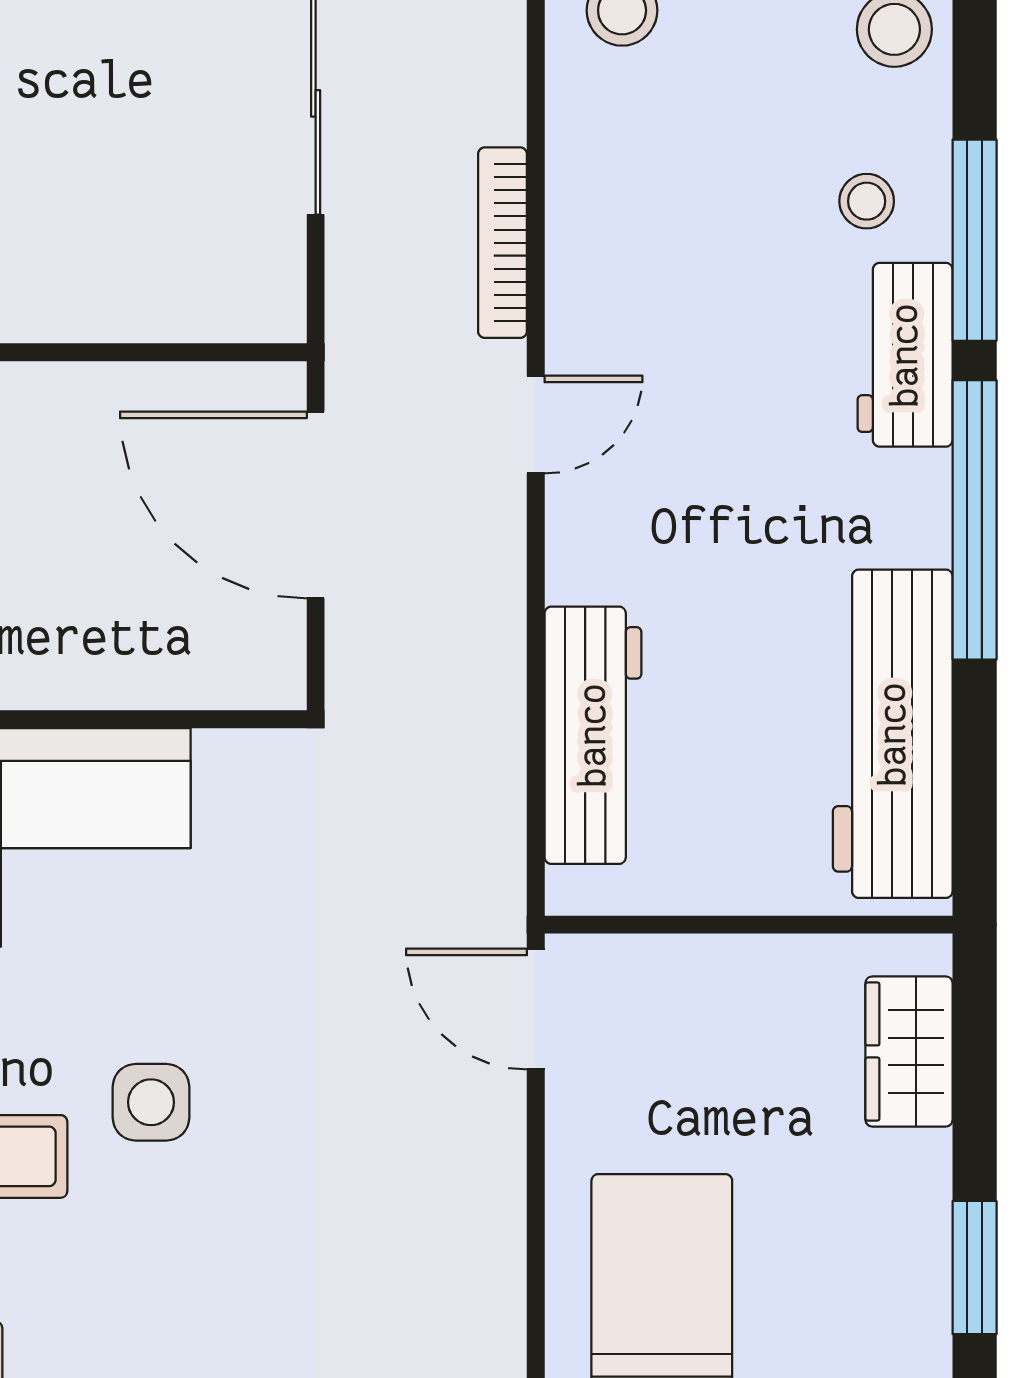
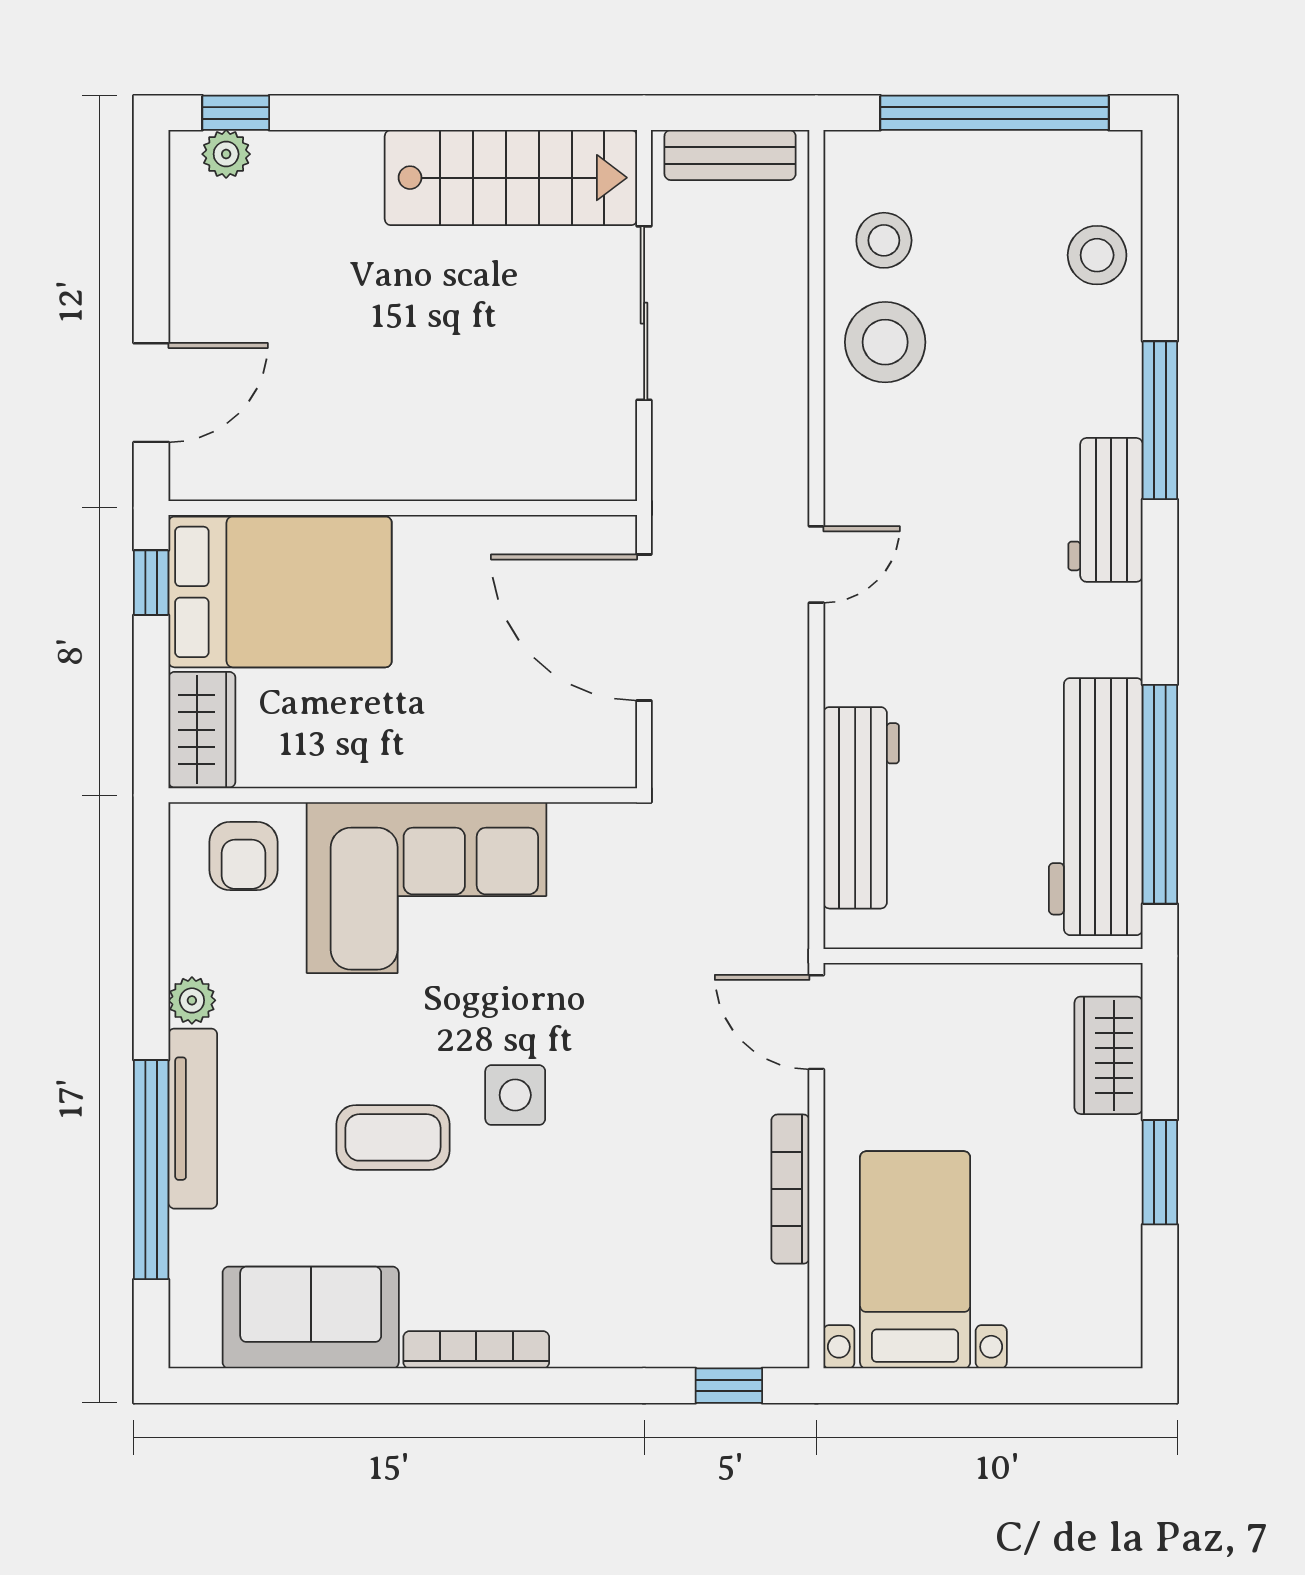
stool: (867, 201) -> (885, 342), moved, width x1.89, depth x1.89
bookcase: (503, 243) -> (790, 1189), moved
window: (975, 520) -> (1160, 794), moved
window: (975, 1268) -> (1160, 1172), moved

